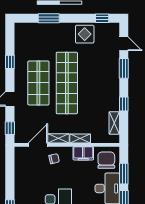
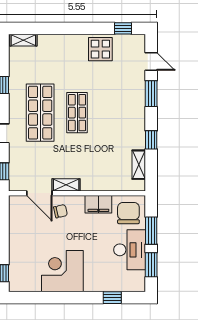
window: (49, 18) -> (54, 28), removed
shop shelf: (67, 83) -> (77, 113), width x0.50, depth x0.74
shelving: (80, 139) -> (23, 40), moved
door: (38, 145) -> (39, 193), swing flipped

